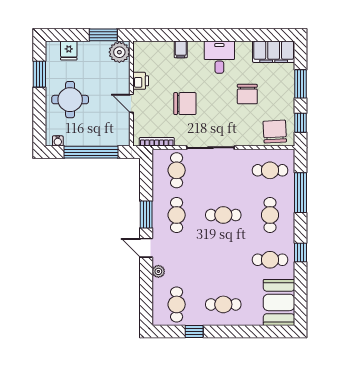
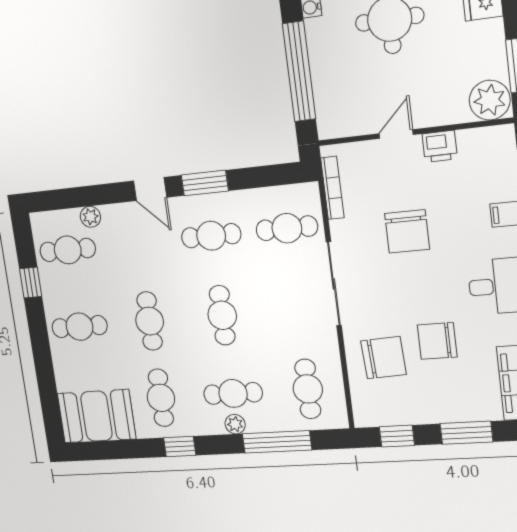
chair: (275, 132) -> (384, 358), moved
plant: (289, 216) -> (235, 424), added
door: (146, 248) -> (150, 189), swing flipped
cafe table: (223, 260) -> (150, 321), added
plant: (158, 271) -> (90, 217), moved
cafe table: (223, 304) -> (80, 327), turned 90

